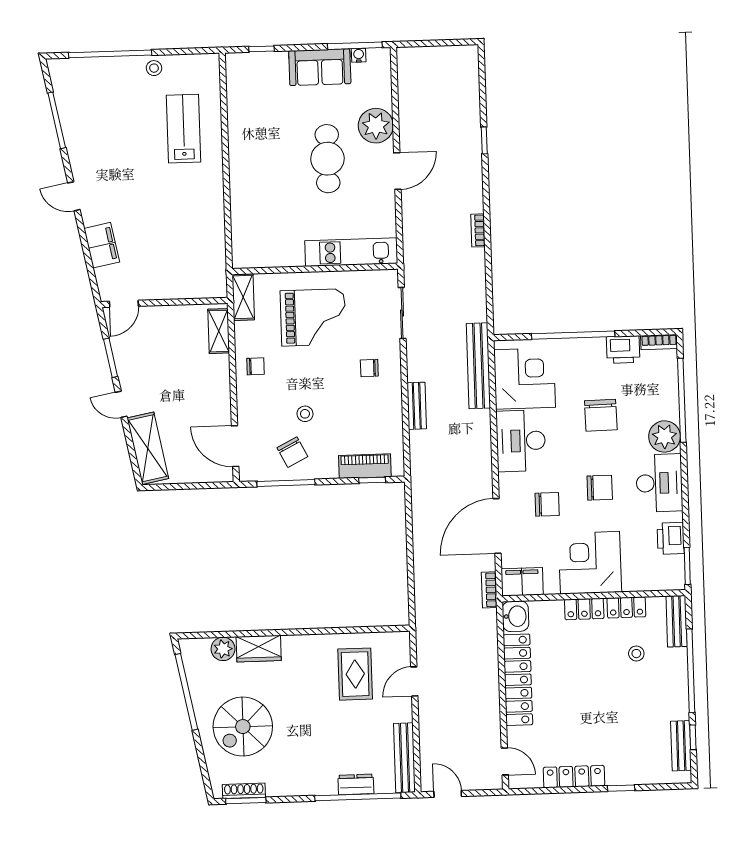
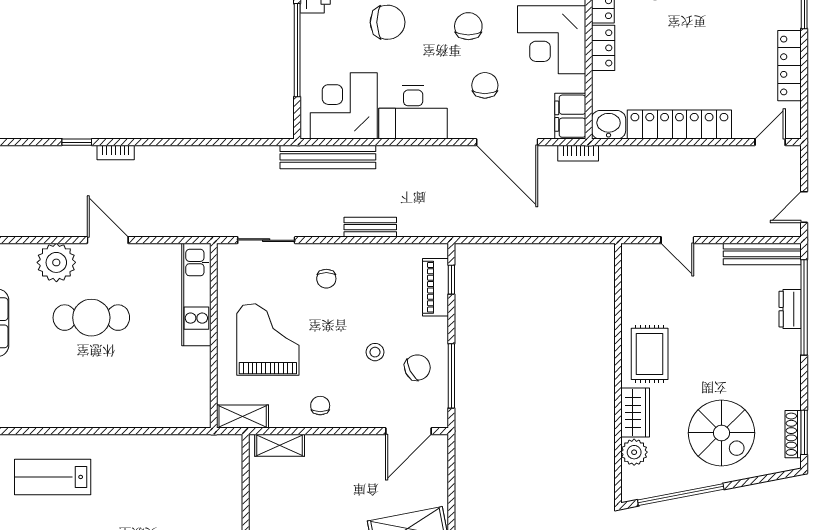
bookcase: (478, 230) -> (116, 152), moved
rug: (355, 674) -> (650, 354), moved, turned 90

